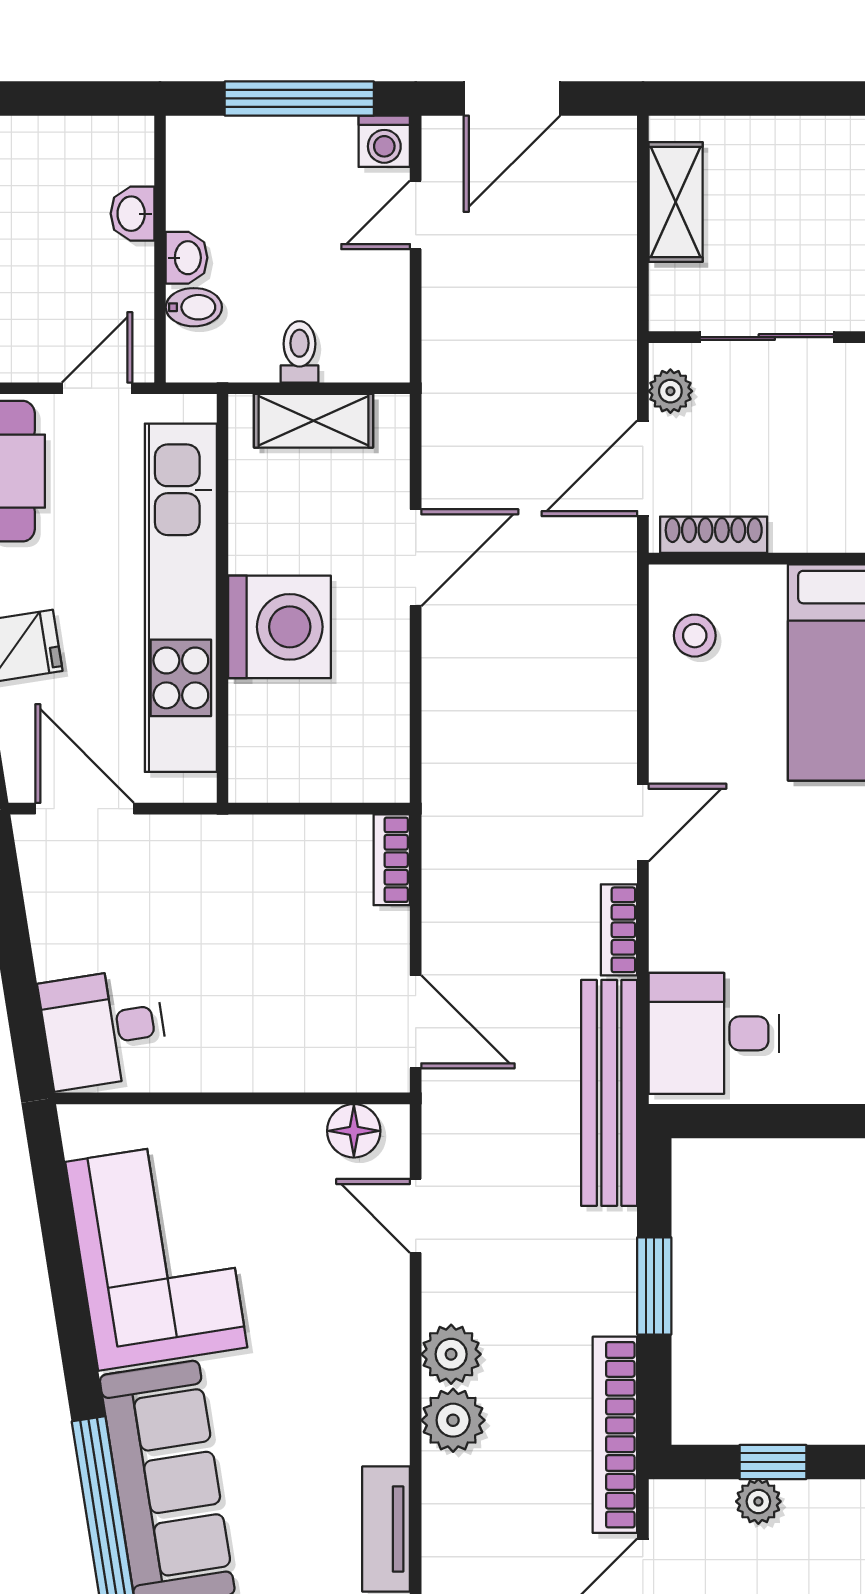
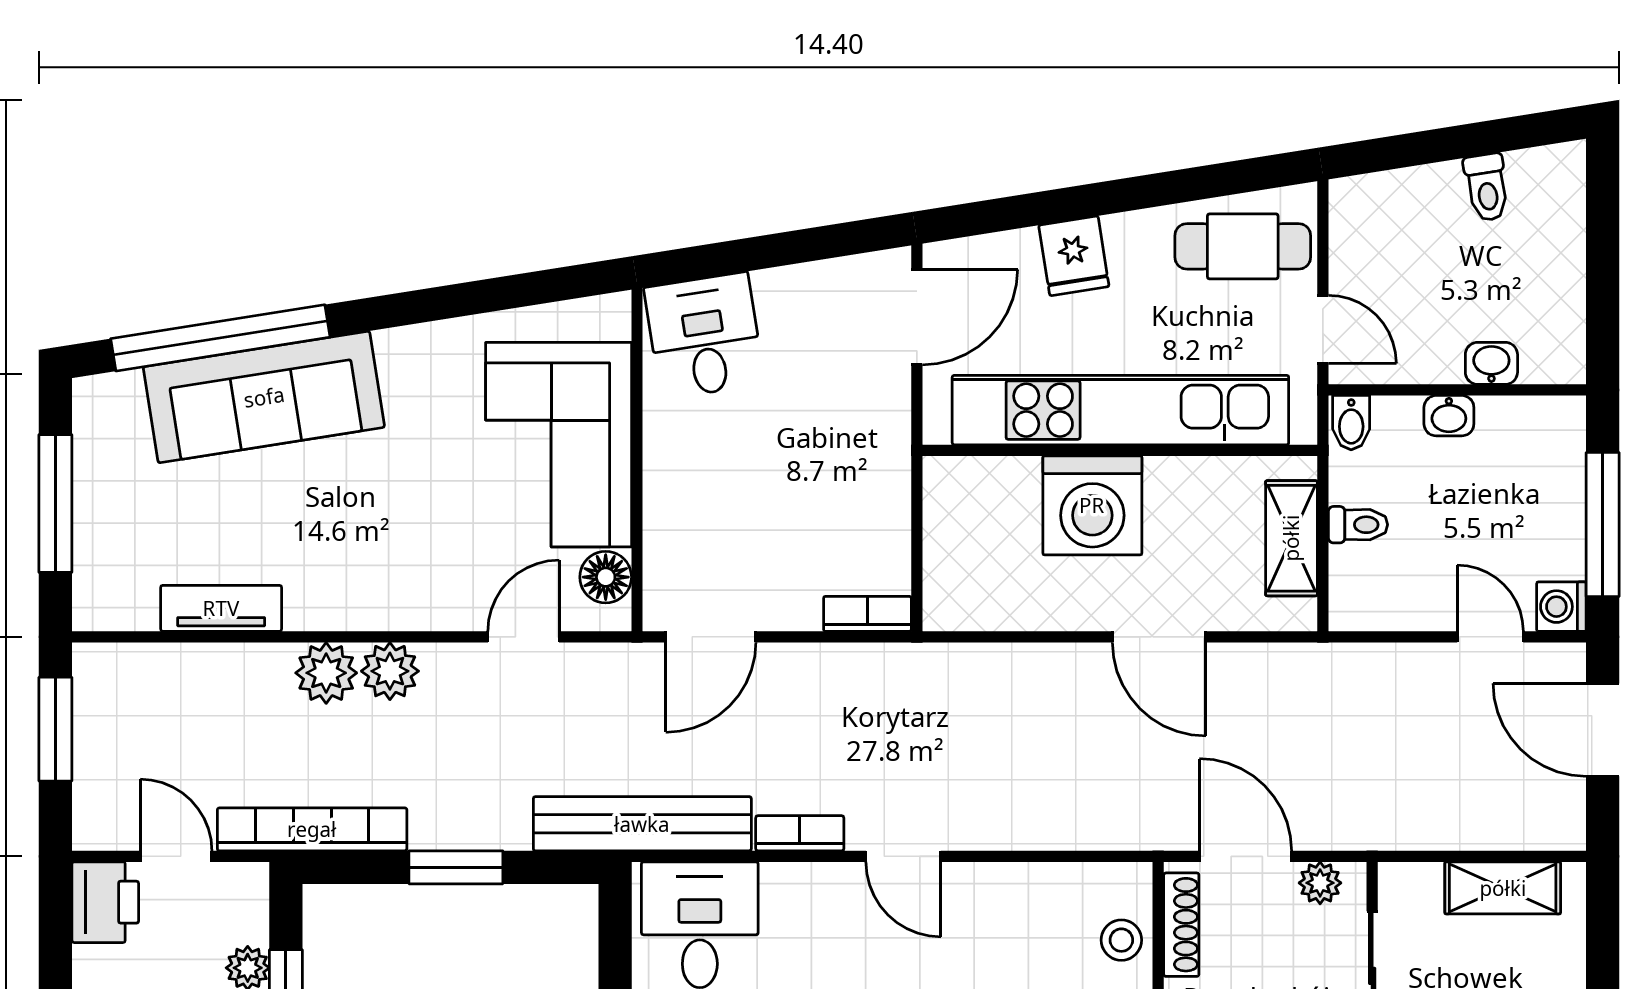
bidet: (194, 307) -> (1351, 423), moved
stool: (695, 636) -> (1121, 940), moved
corner sofa: (156, 1255) -> (559, 445), moved, turned 99

